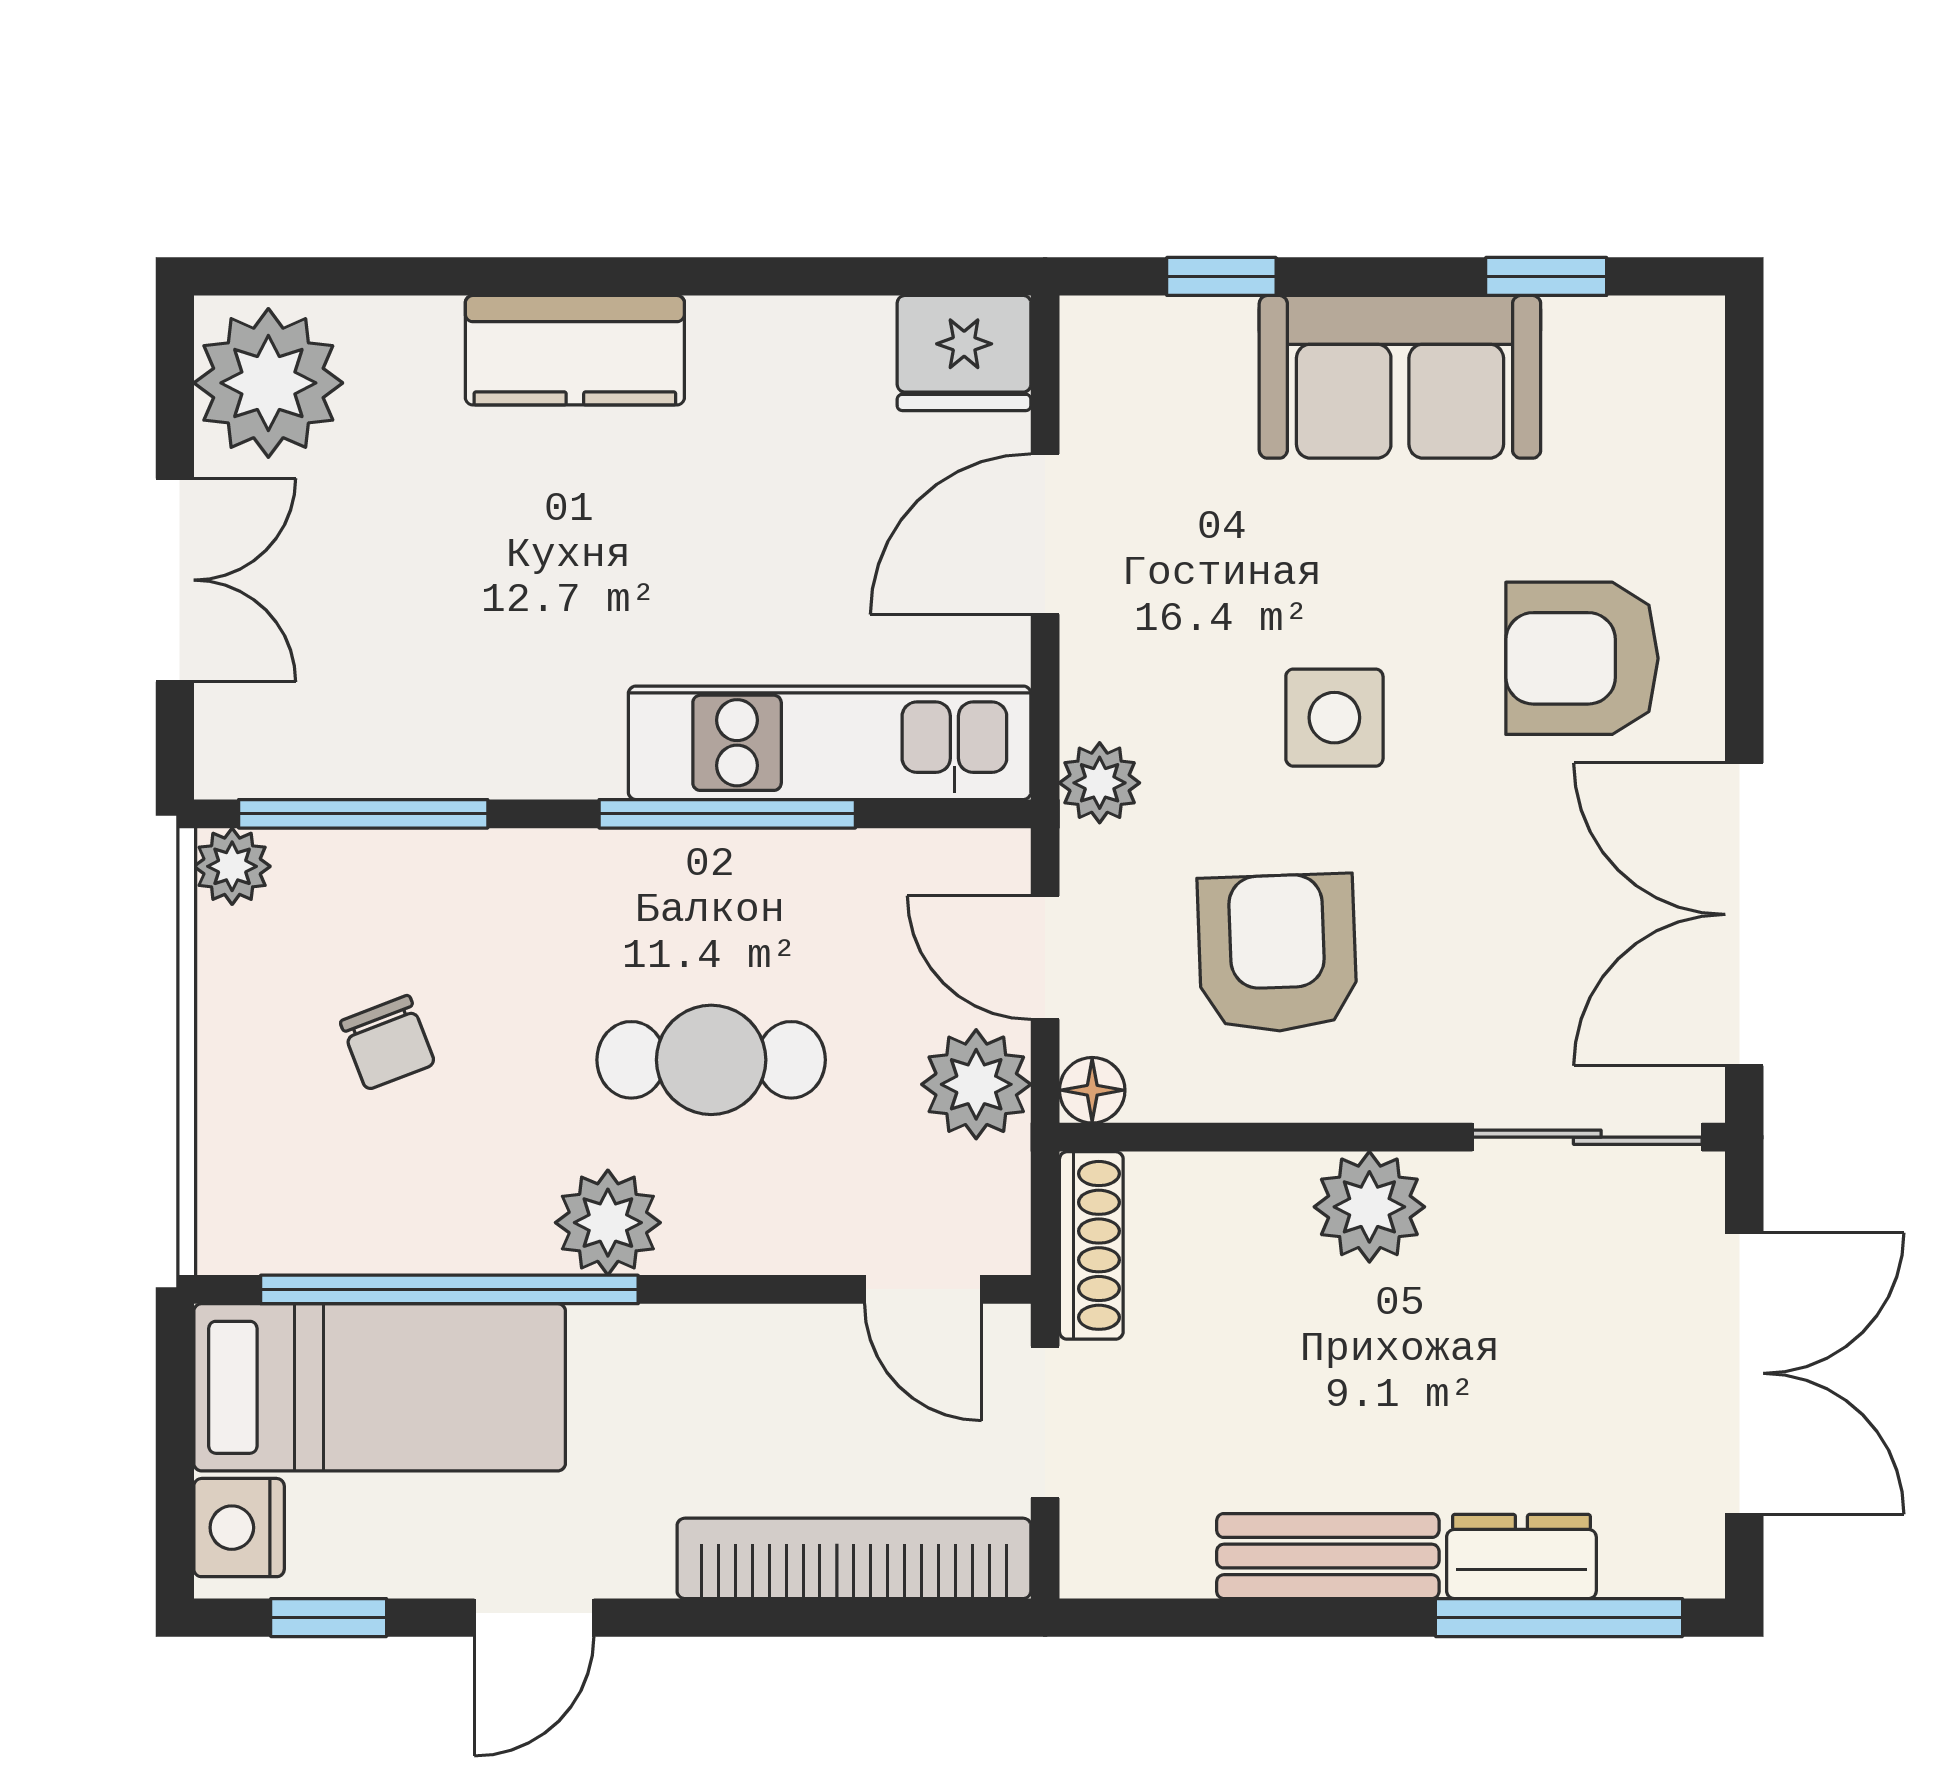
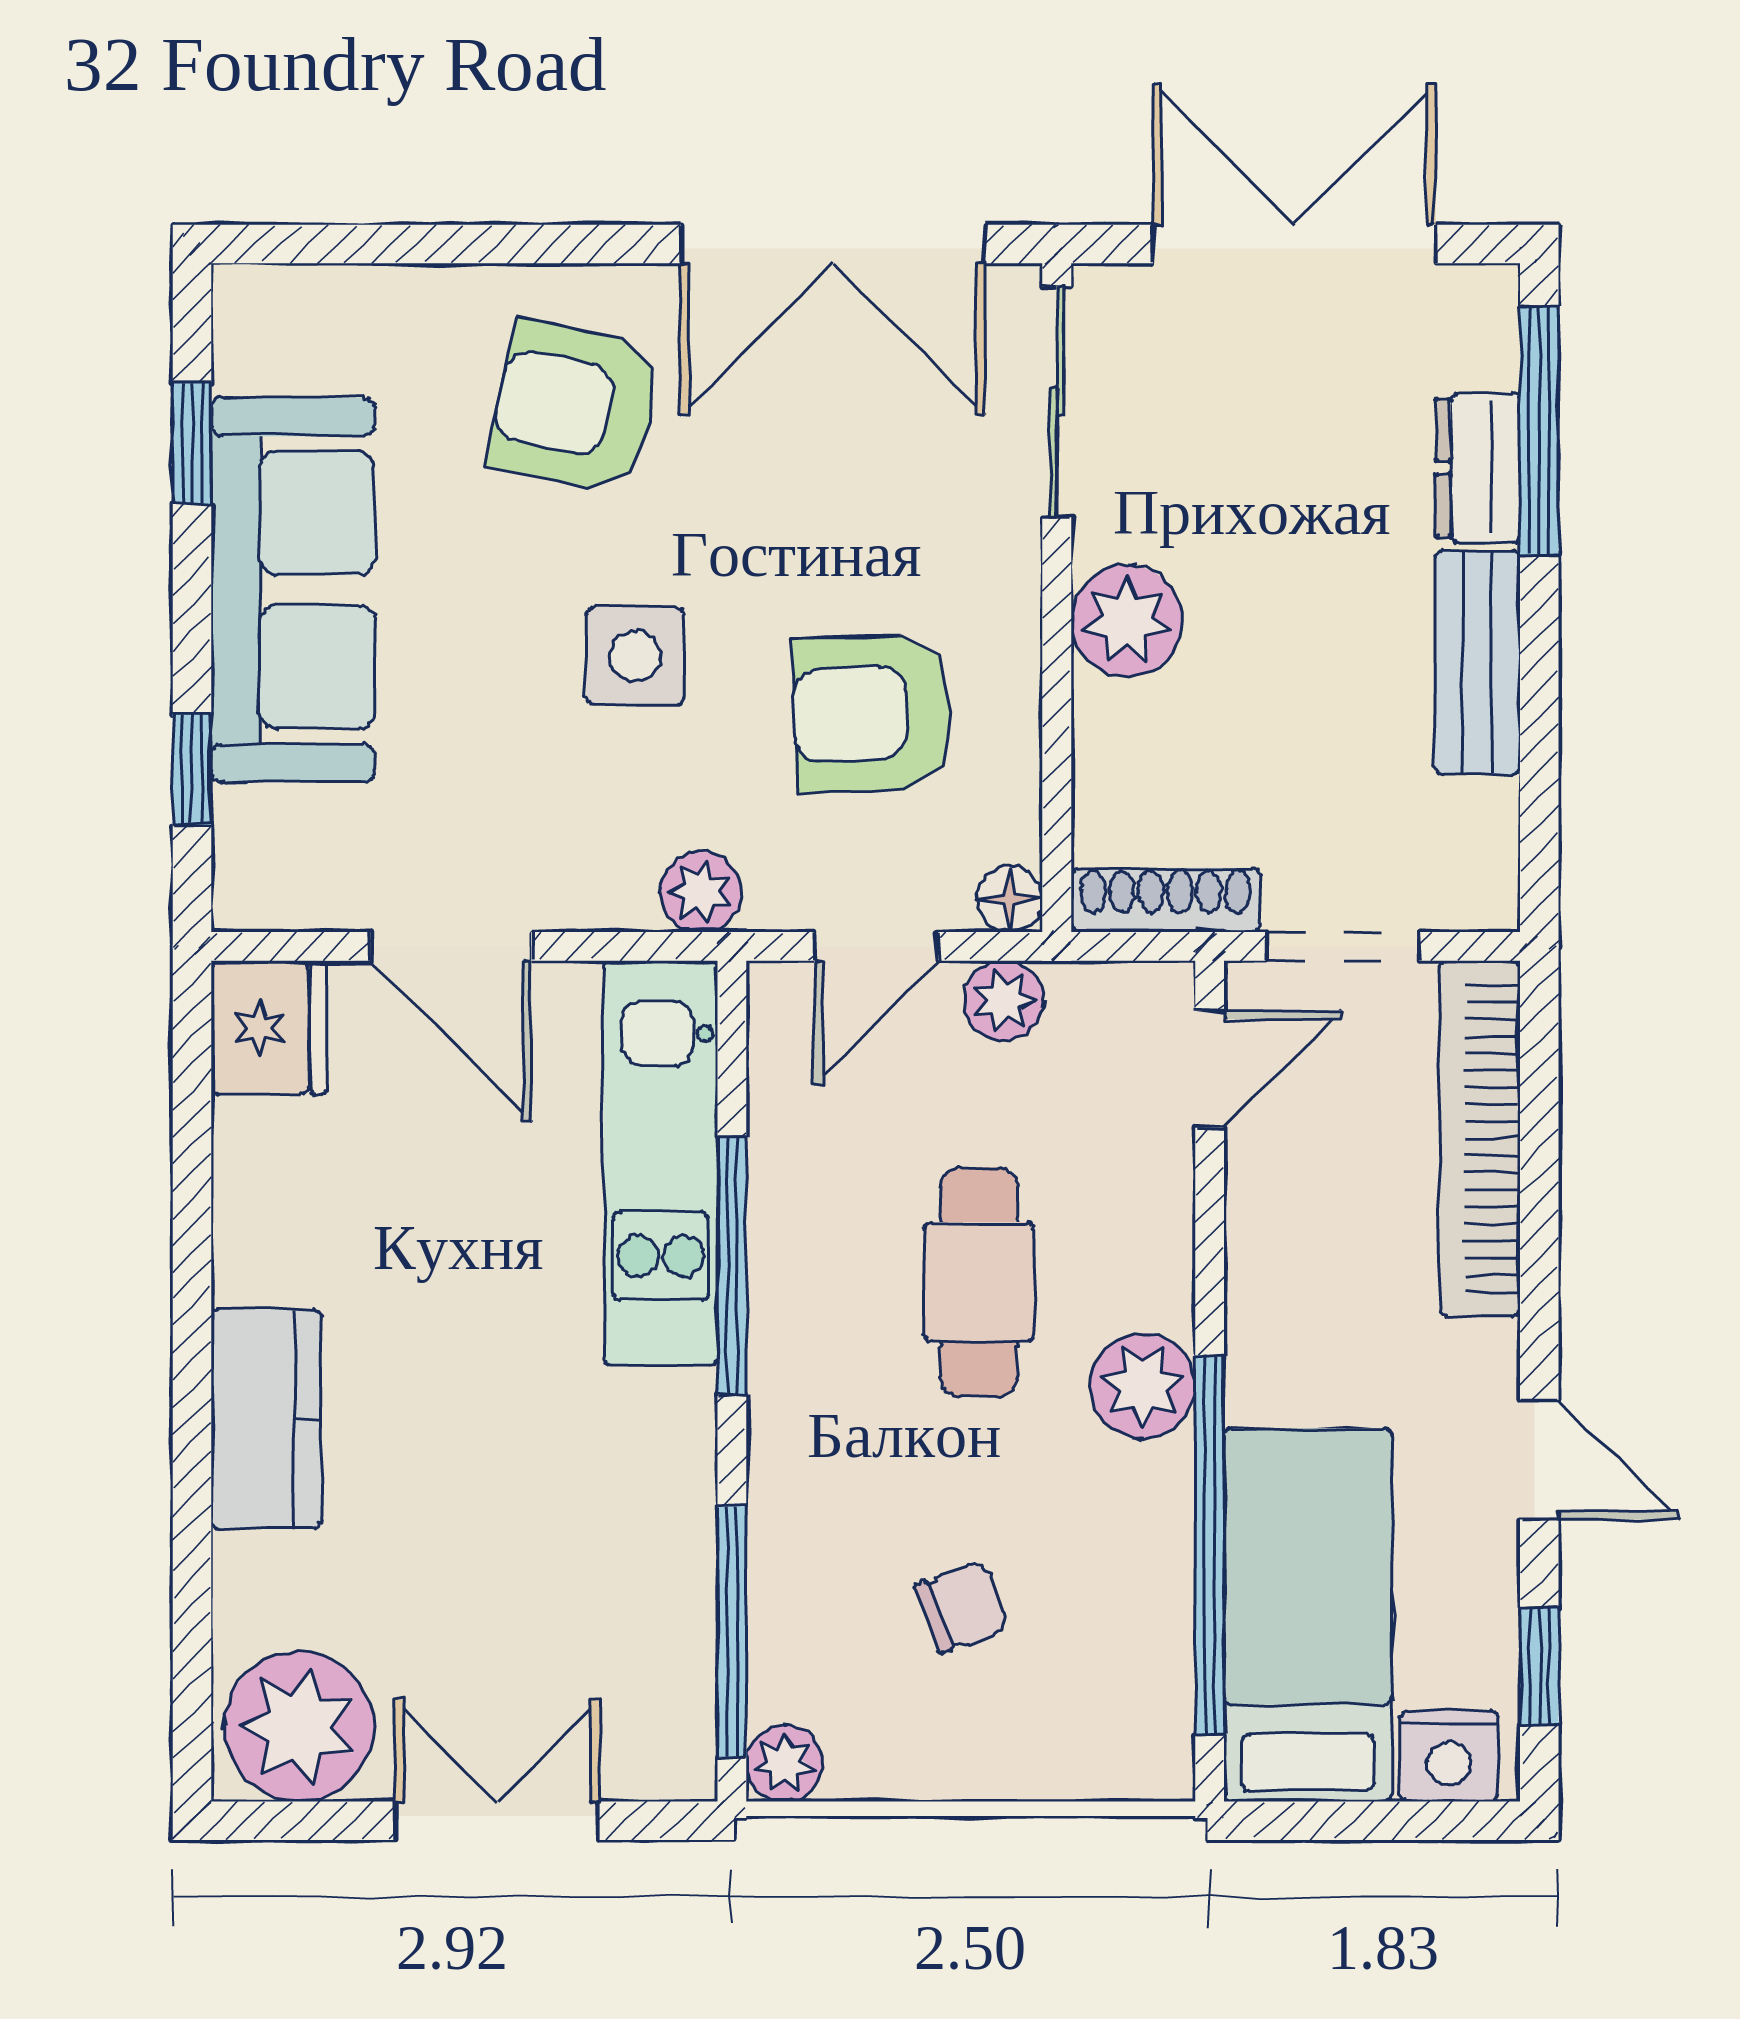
sofa: (1400, 377) -> (293, 590), width x1.36
armchair: (1582, 658) -> (576, 407), turned 102
plant: (976, 1084) -> (1004, 1001), width x0.73, depth x0.73

